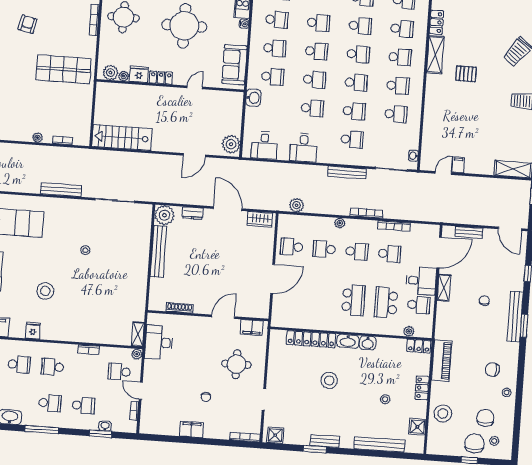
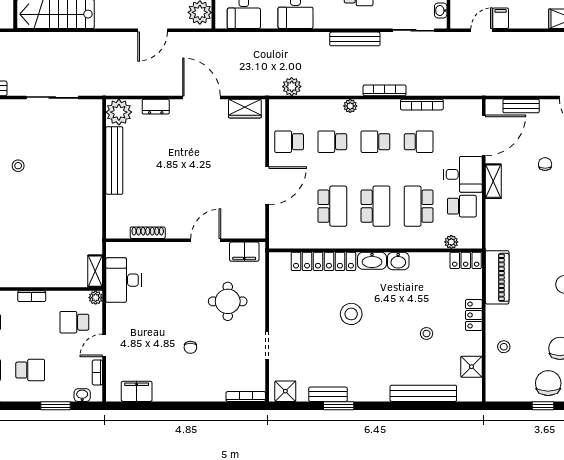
school desk: (357, 251) -> (375, 142), turned 180
school desk: (321, 298) -> (332, 206), added
chair: (484, 301) -> (545, 164), moved
door: (141, 391) -> (104, 345), hinge flipped
stool: (443, 413) -> (504, 347), width x0.53, depth x0.53
washbasin: (105, 426) -> (82, 395), moved
filing cabinet: (192, 429) -> (137, 391), moved
bench: (325, 441) -> (328, 394), moved

